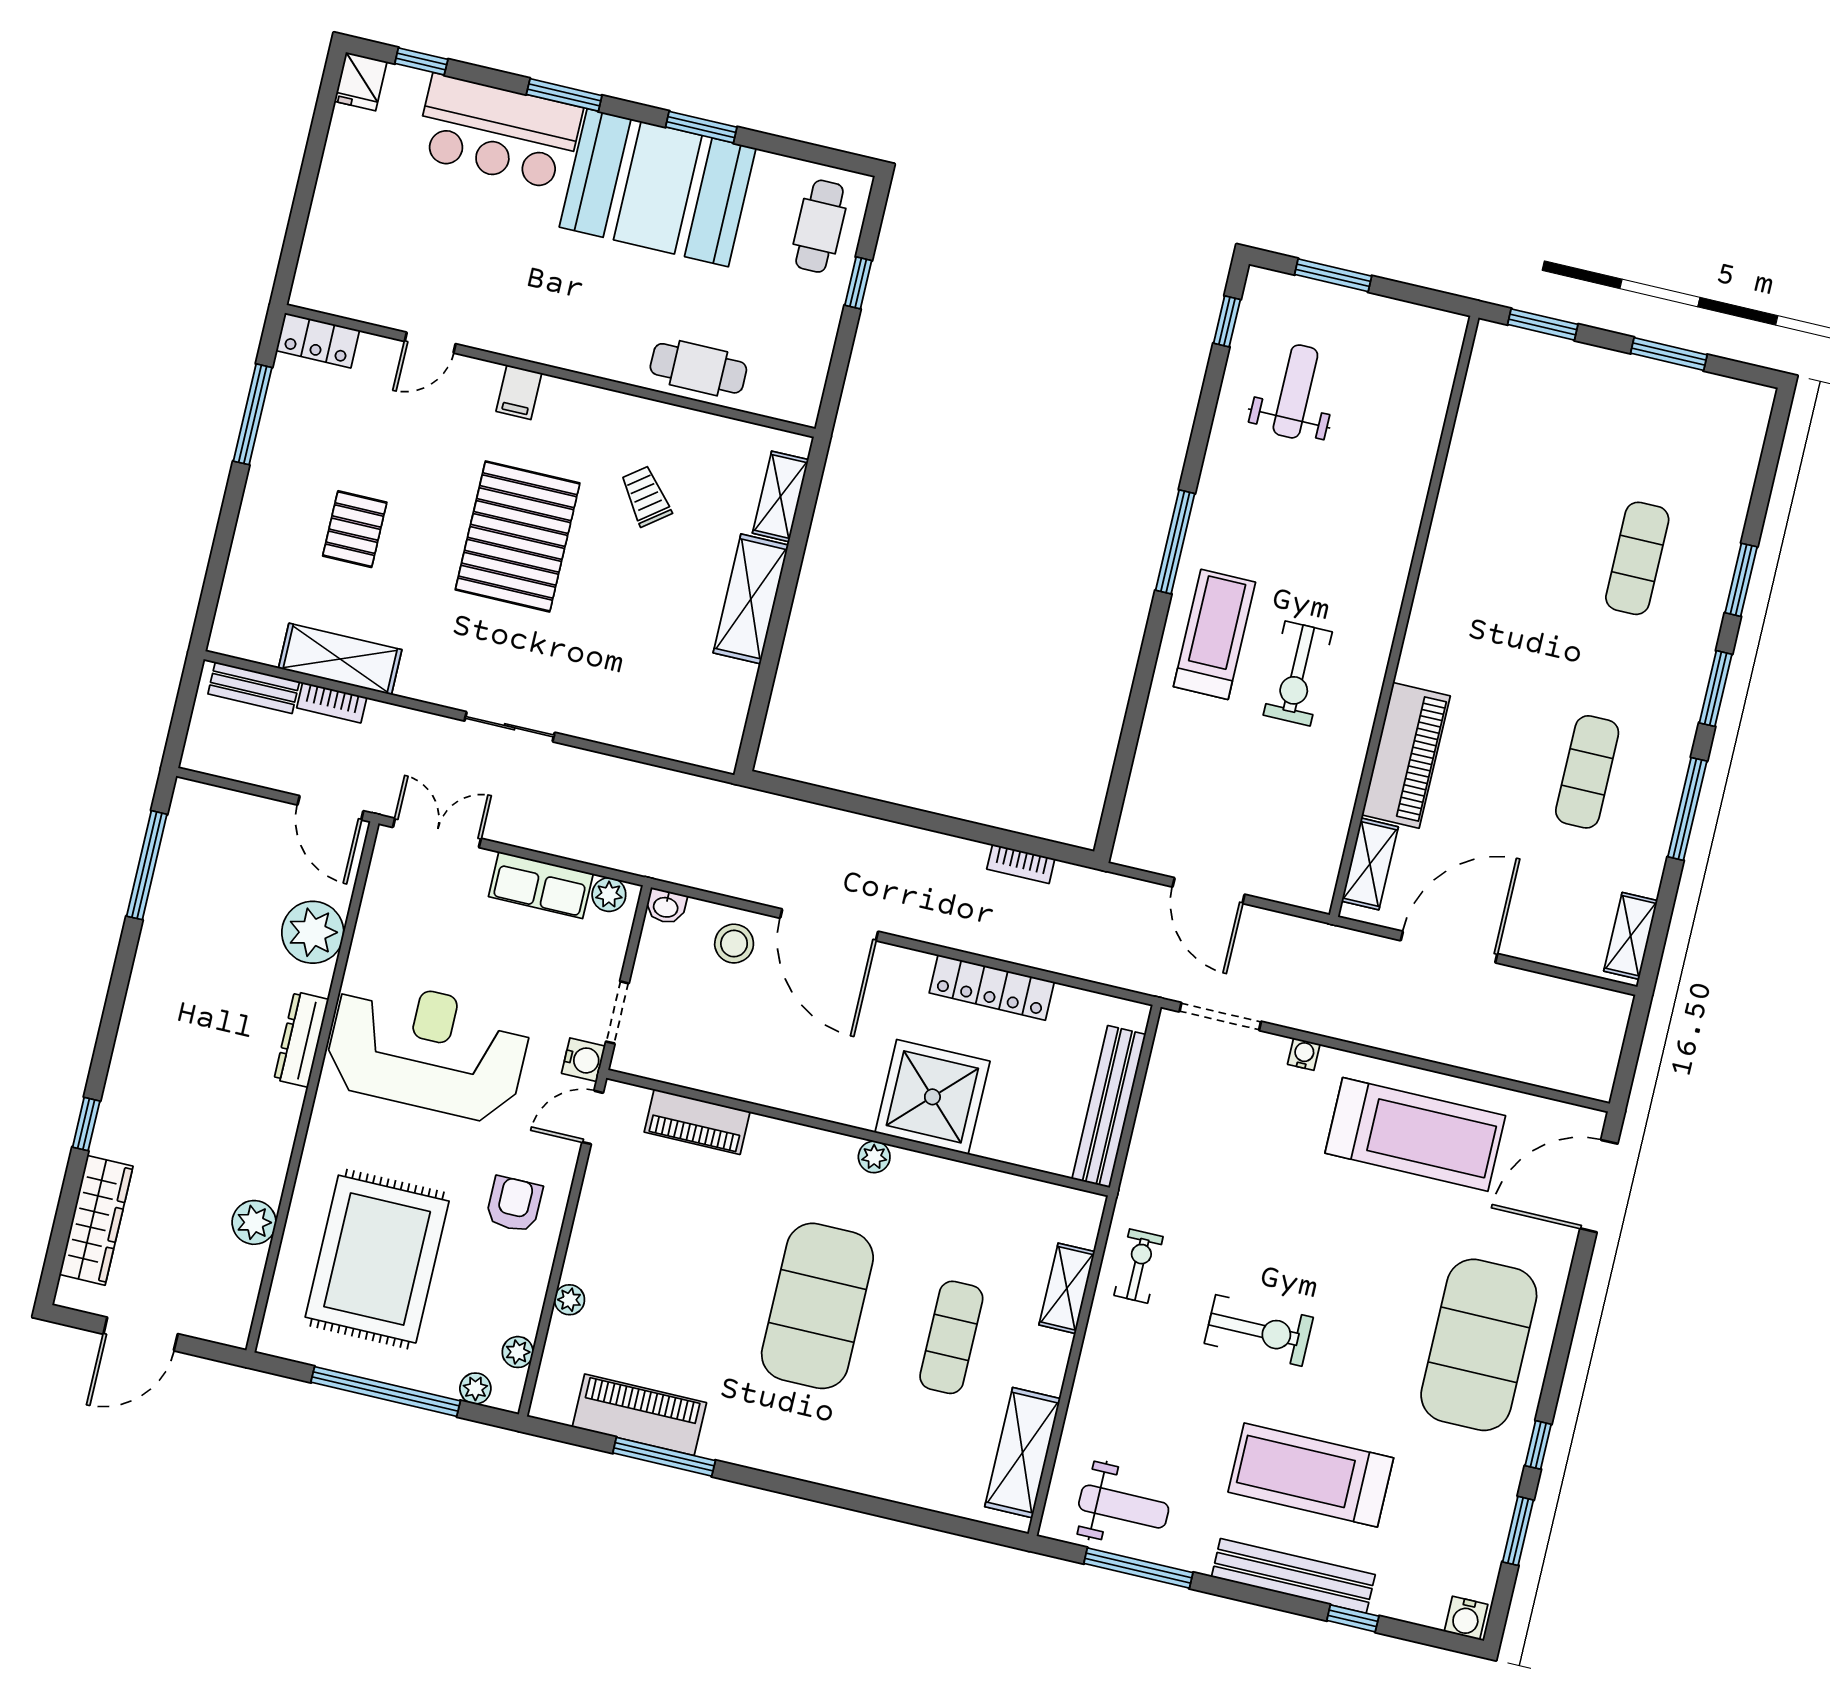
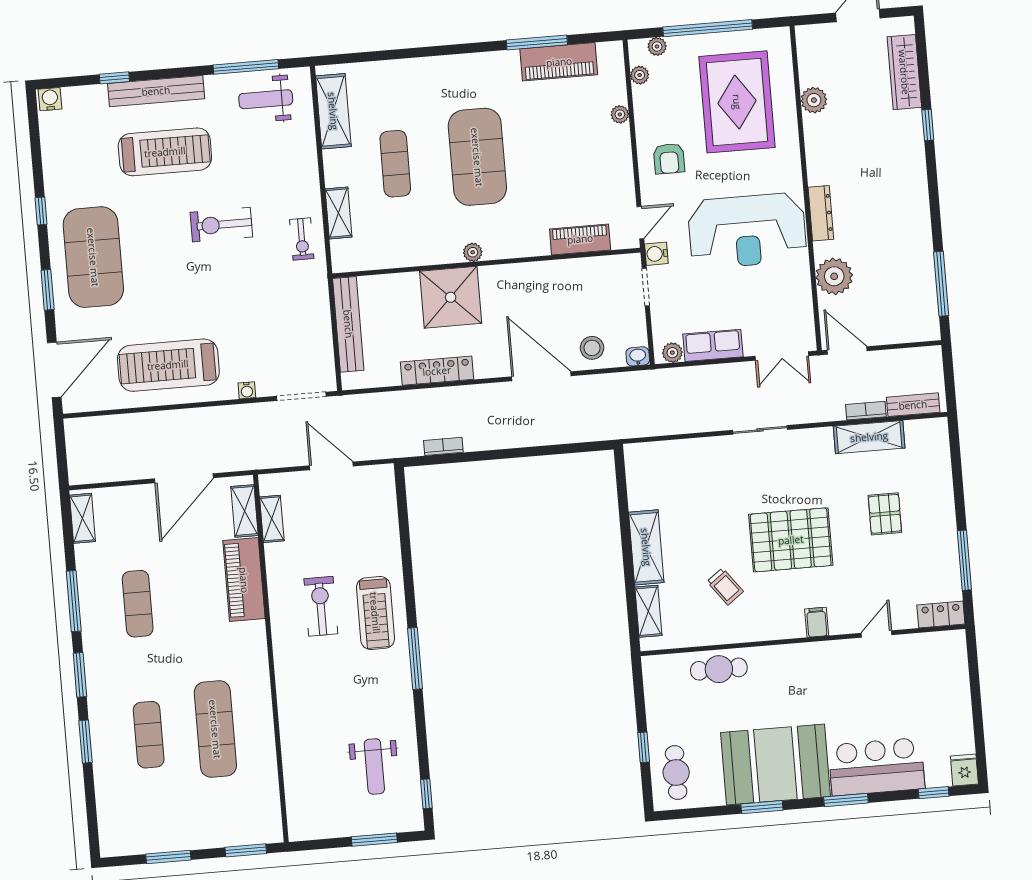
exercise mat: (1528, 533) -> (215, 729), added
pallet: (518, 536) -> (791, 540), turned 90
shelving: (1330, 837) -> (272, 519), added
window: (1518, 1531) -> (48, 290), moved

